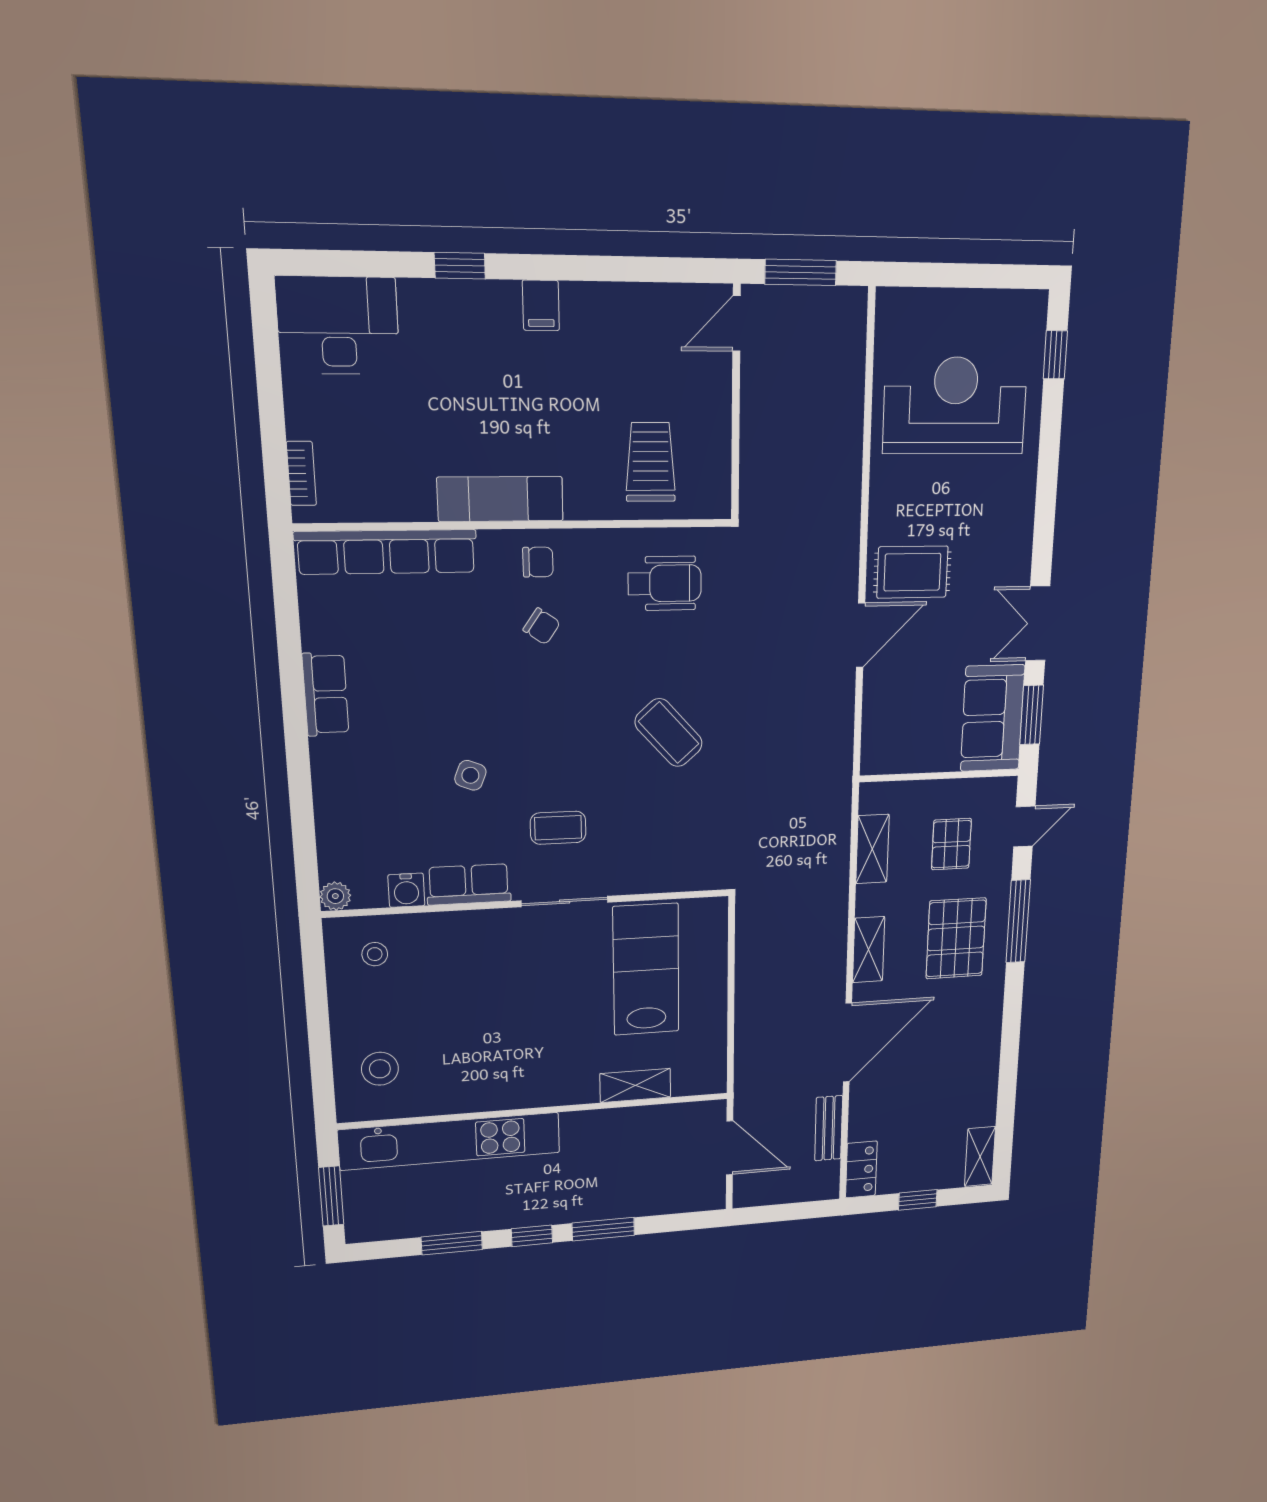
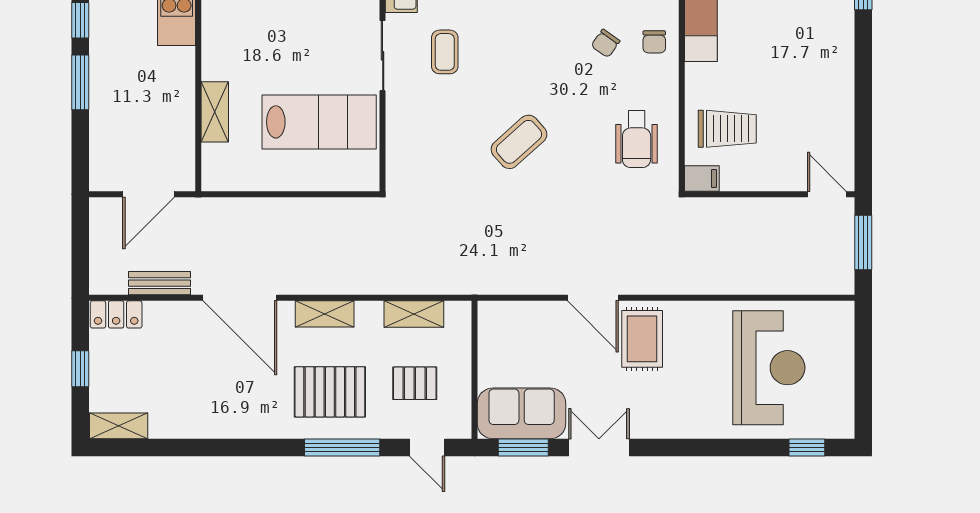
filing cabinet: (541, 305) -> (702, 178), moved, turned 180

